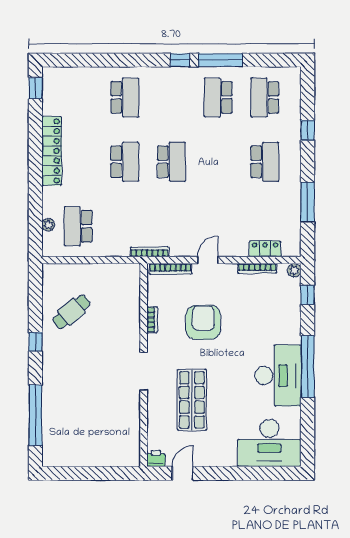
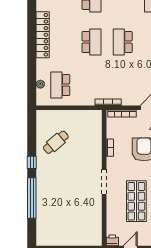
school desk: (171, 162) -> (123, 42), turned 180
window: (35, 415) -> (32, 198), moved

